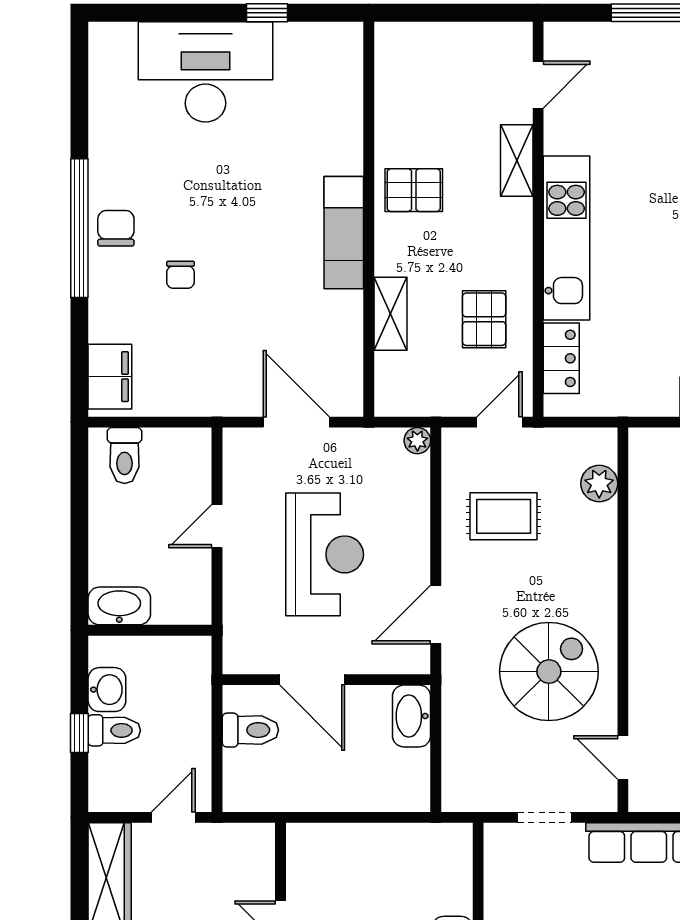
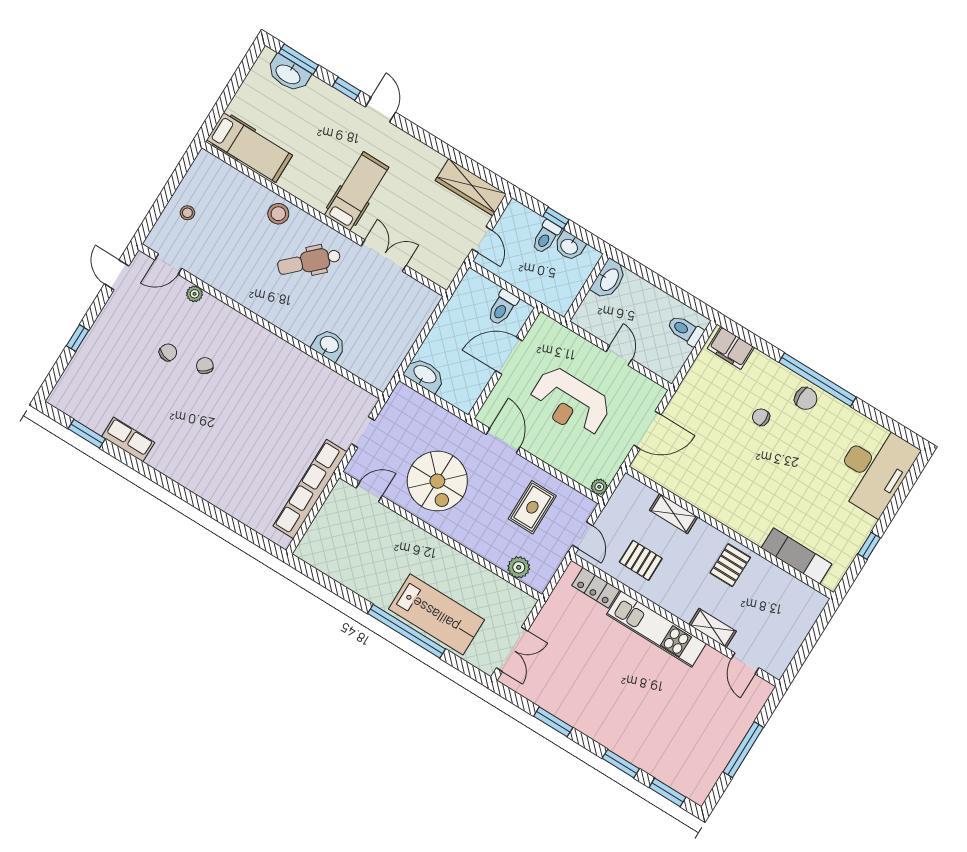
desk: (205, 72) -> (874, 469), moved
exam couch: (344, 233) -> (796, 556), moved
washbasin: (412, 716) -> (425, 375), moved

